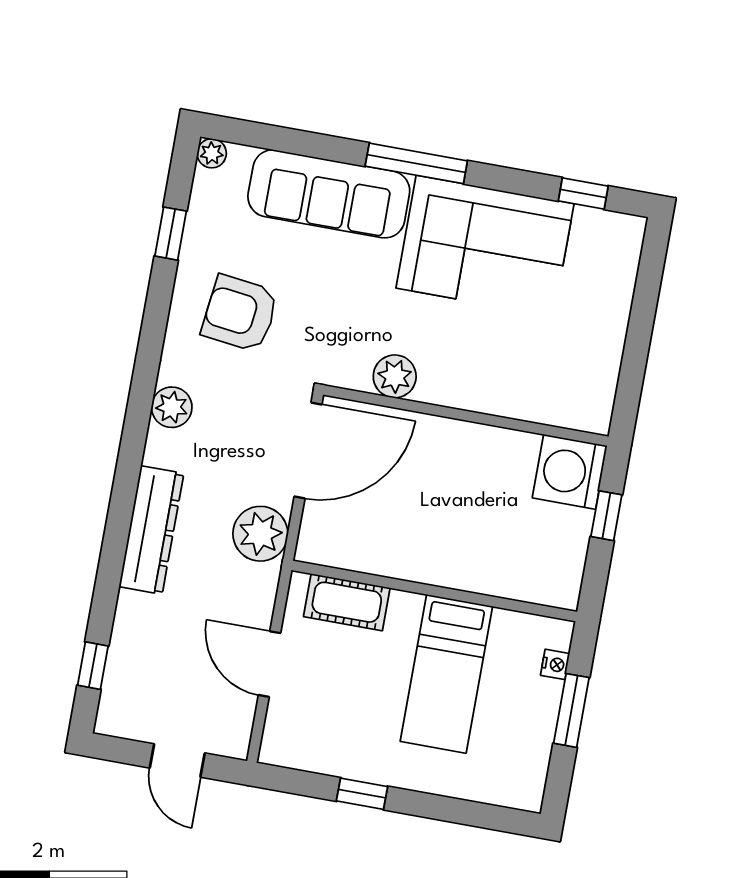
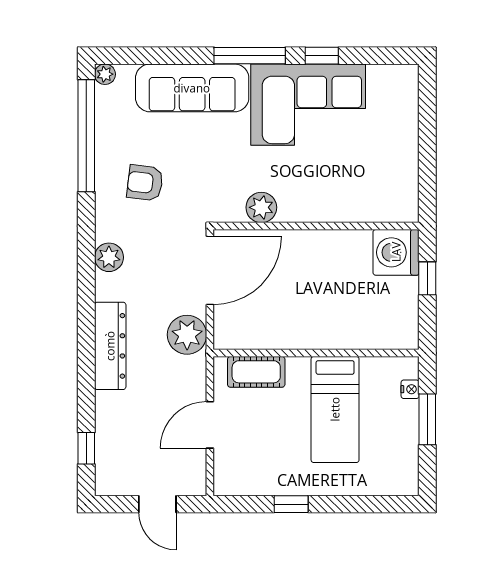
window: (583, 194) -> (322, 56), moved
window: (171, 234) -> (86, 136), width x3.17
armchair: (240, 313) -> (145, 183), width x0.72, depth x0.72
door: (270, 664) -> (210, 425), hinge flipped

